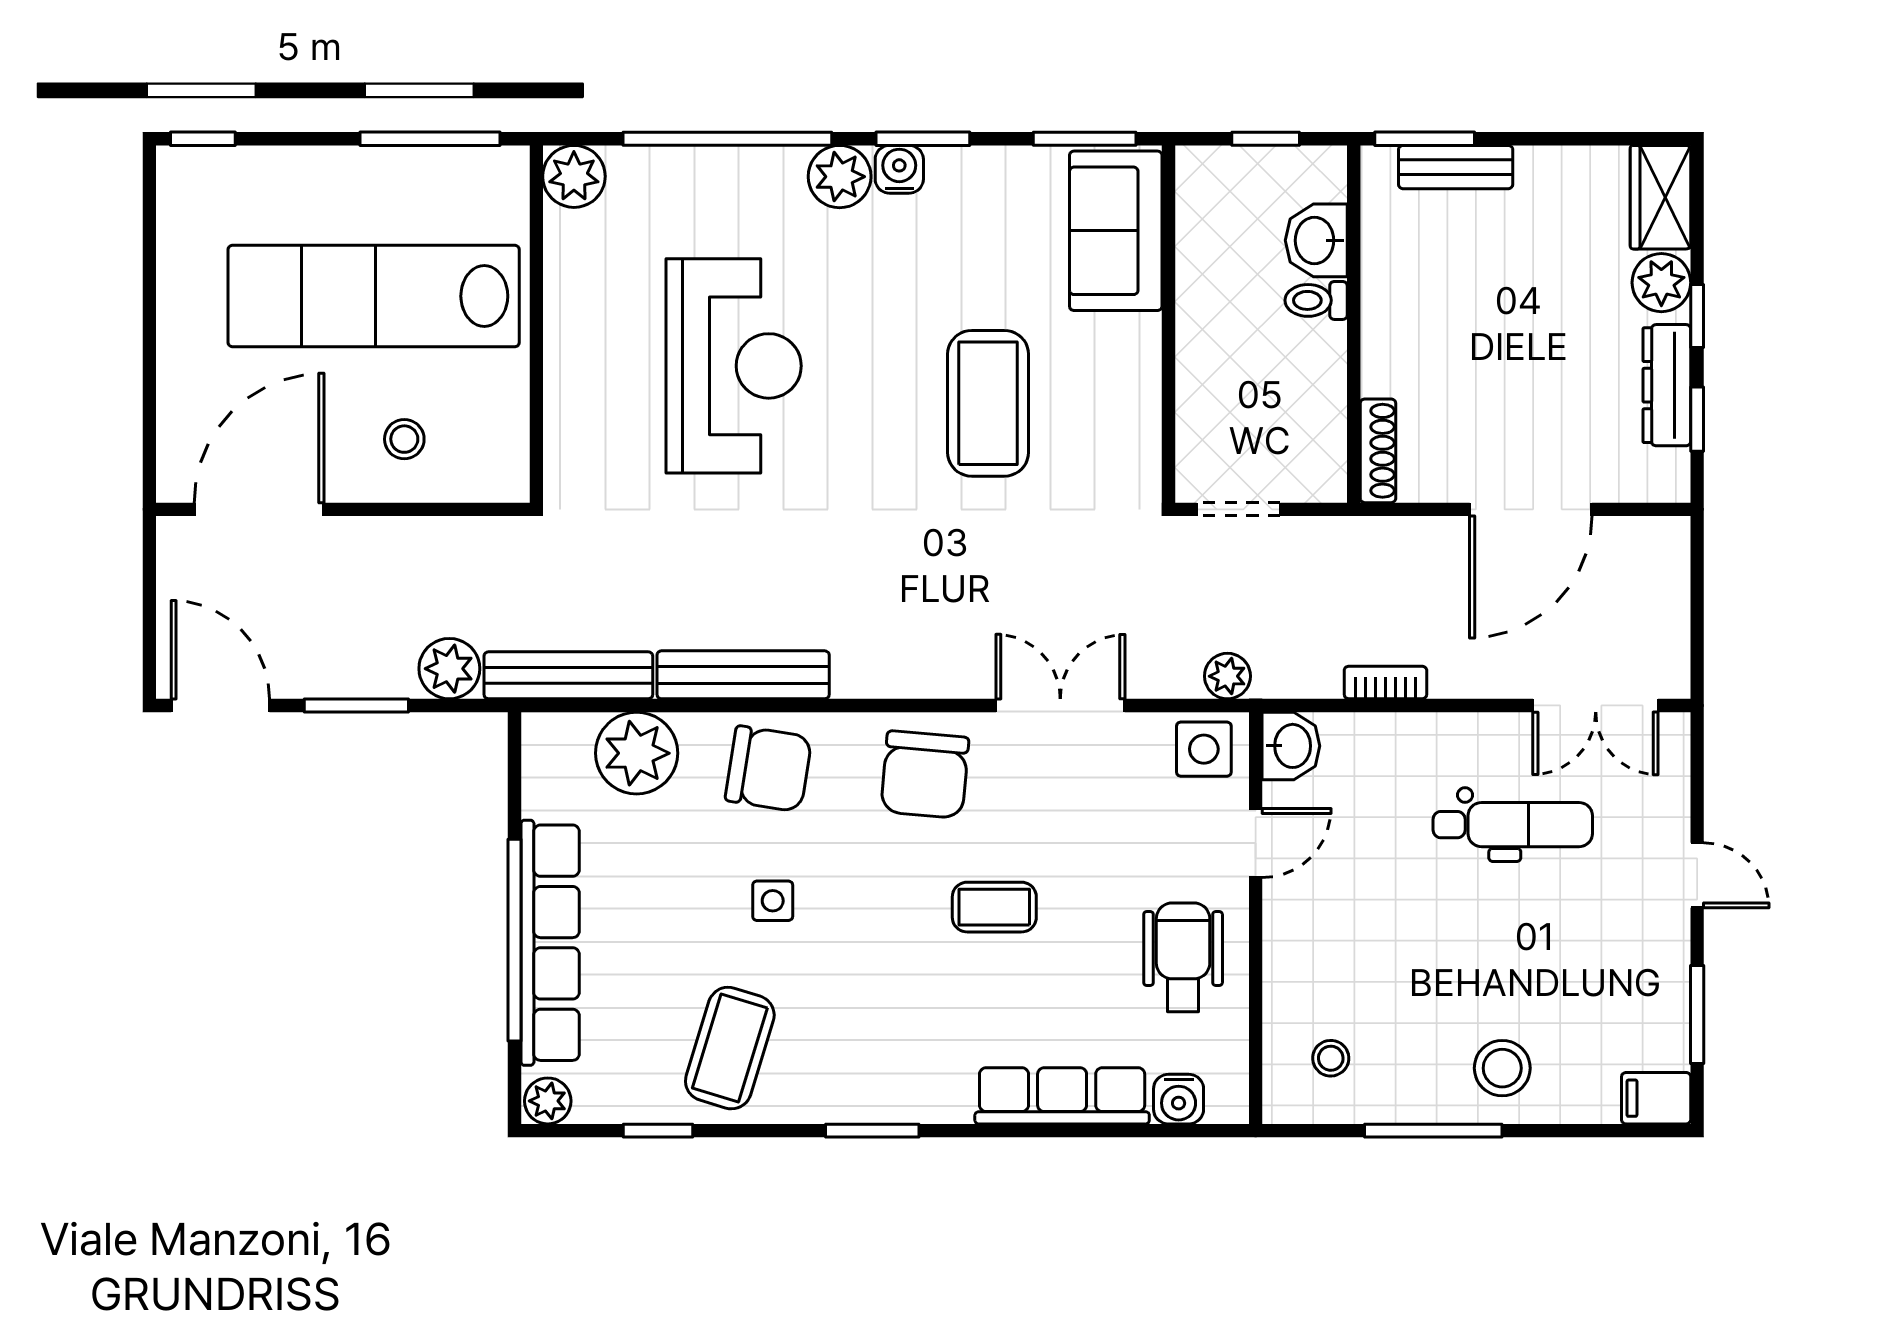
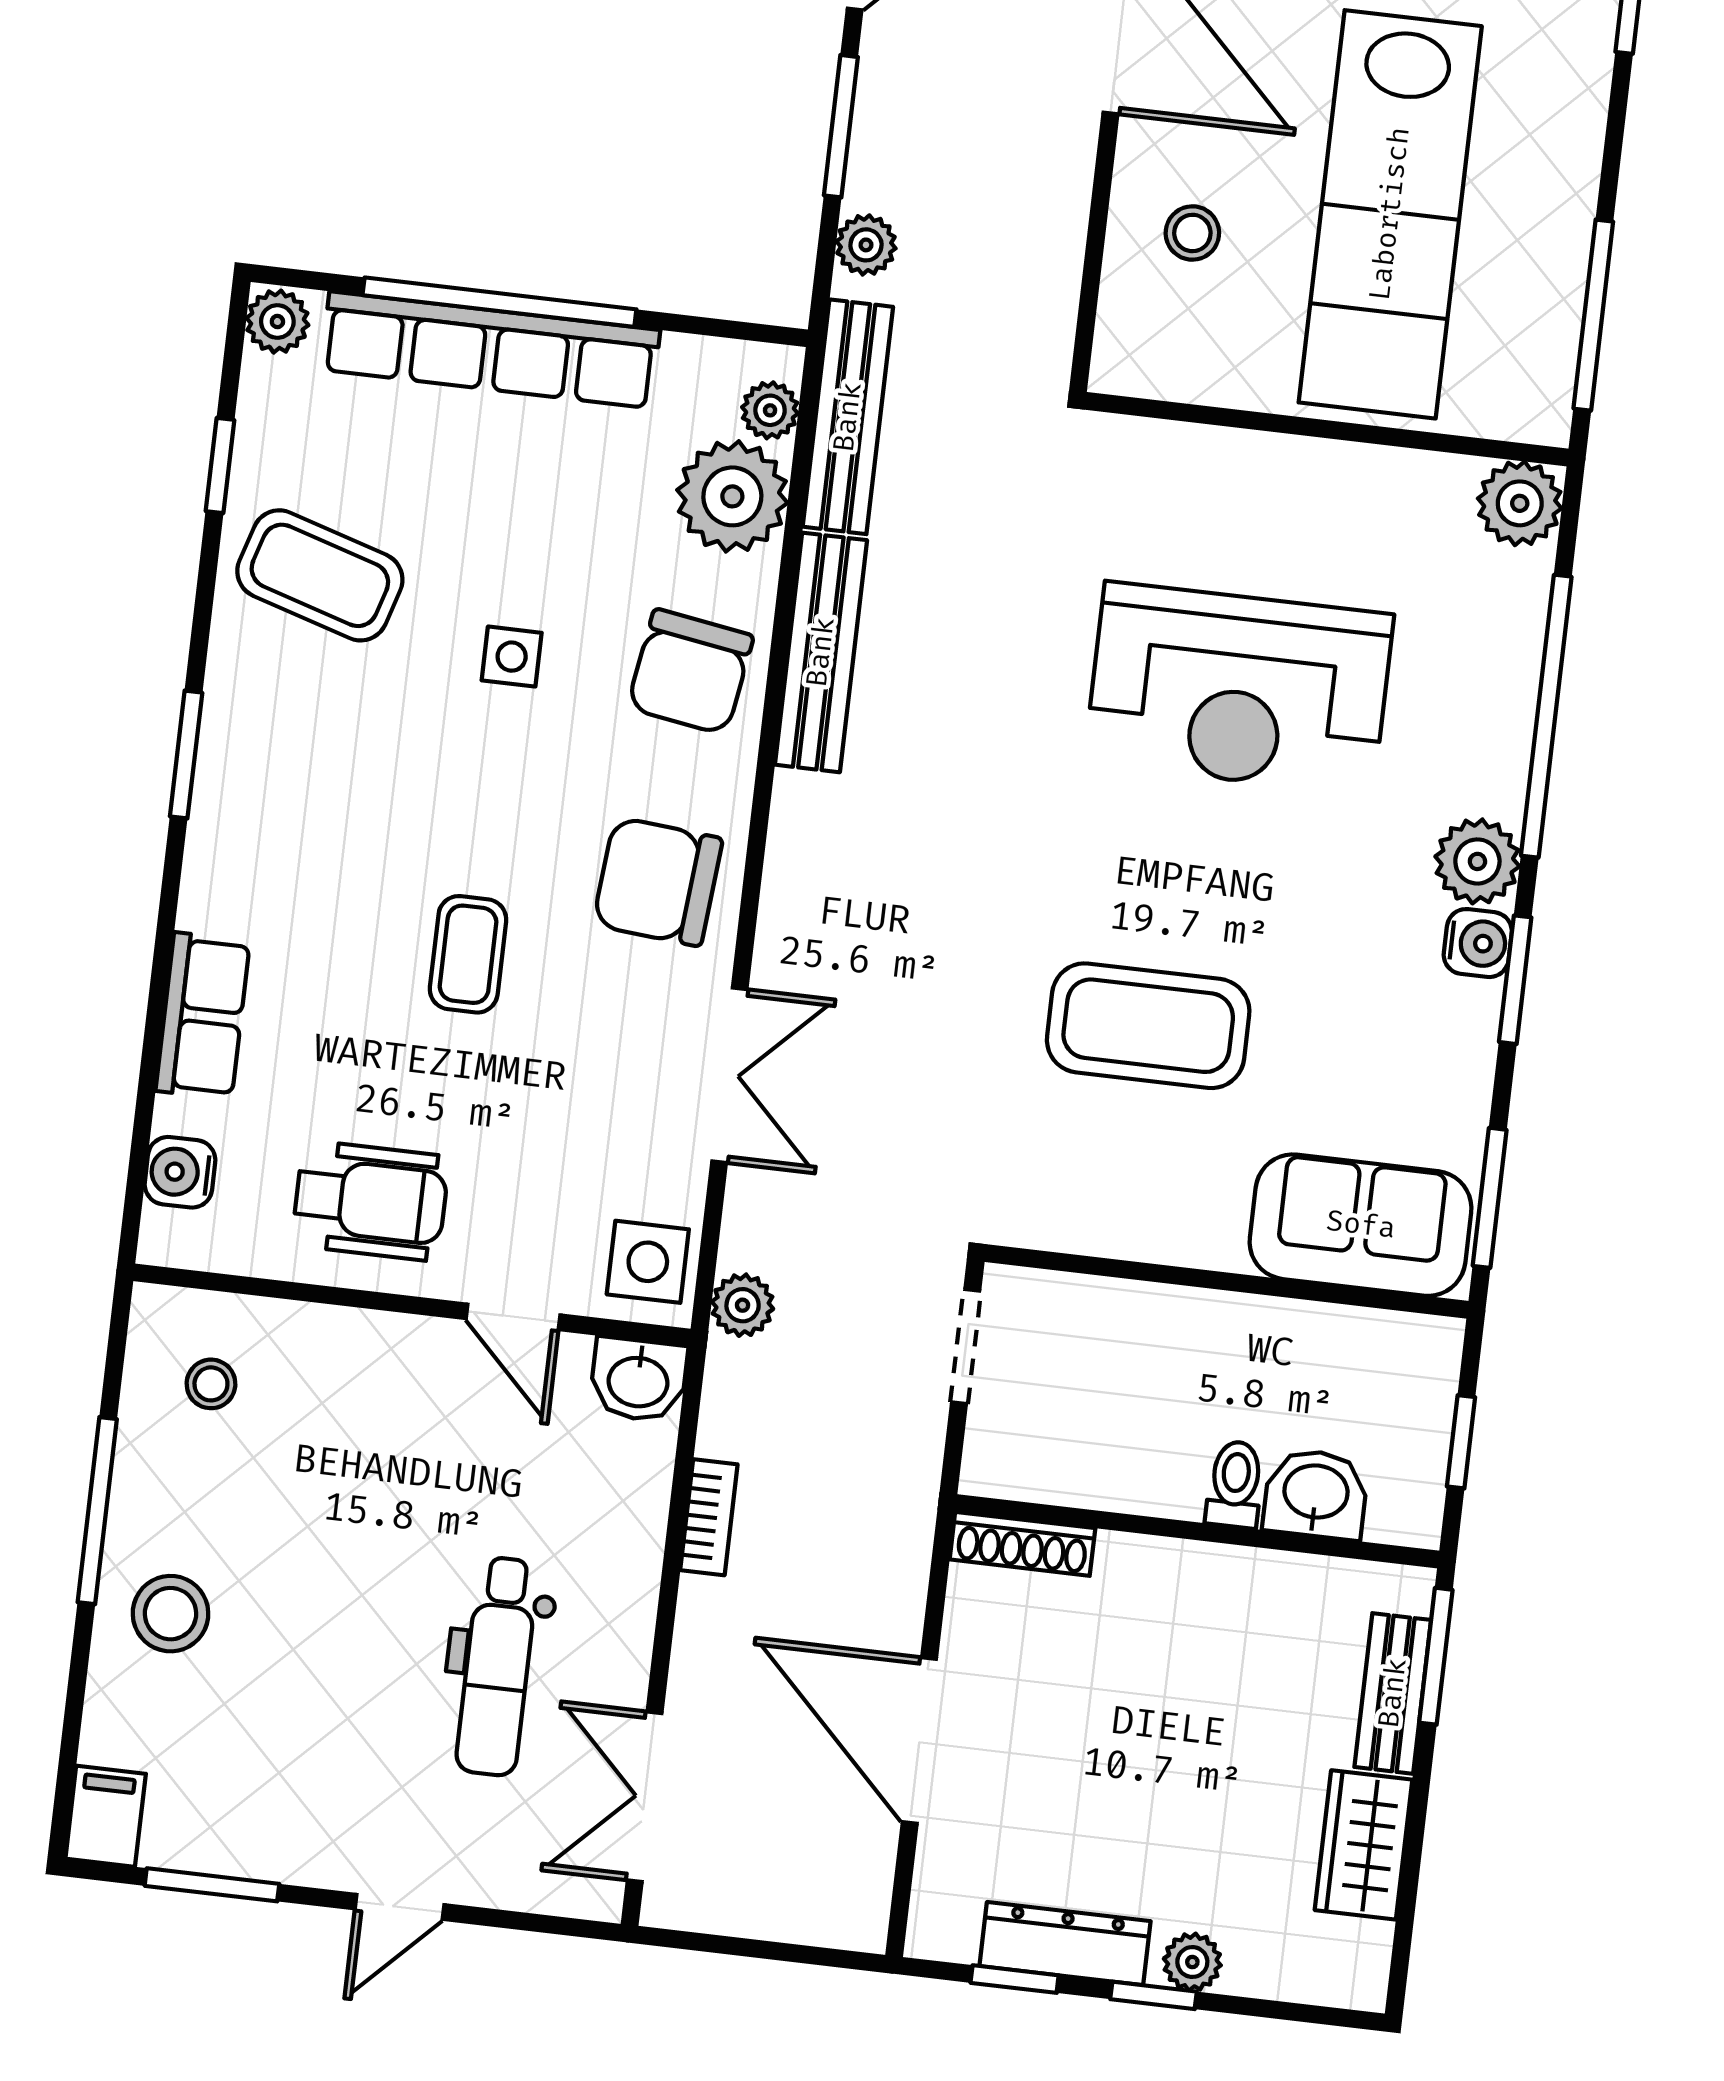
wardrobe: (1660, 197) -> (1364, 1845), moved, turned -90
plant: (1661, 283) -> (1192, 1962), width x0.73, depth x0.73
lab bench: (374, 296) -> (1390, 214), turned 180
plant: (449, 669) -> (866, 245), width x0.73, depth x0.73
plant: (570, 733) -> (770, 410), added
row of seats: (1062, 1096) -> (203, 1016), width x0.68

